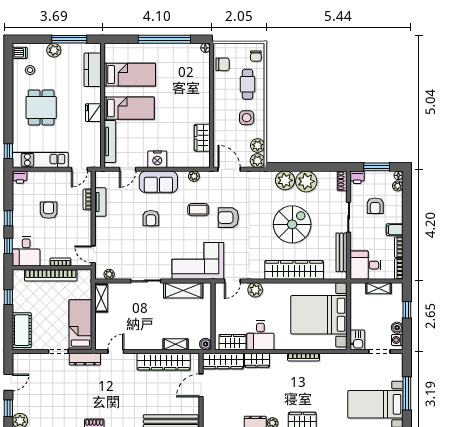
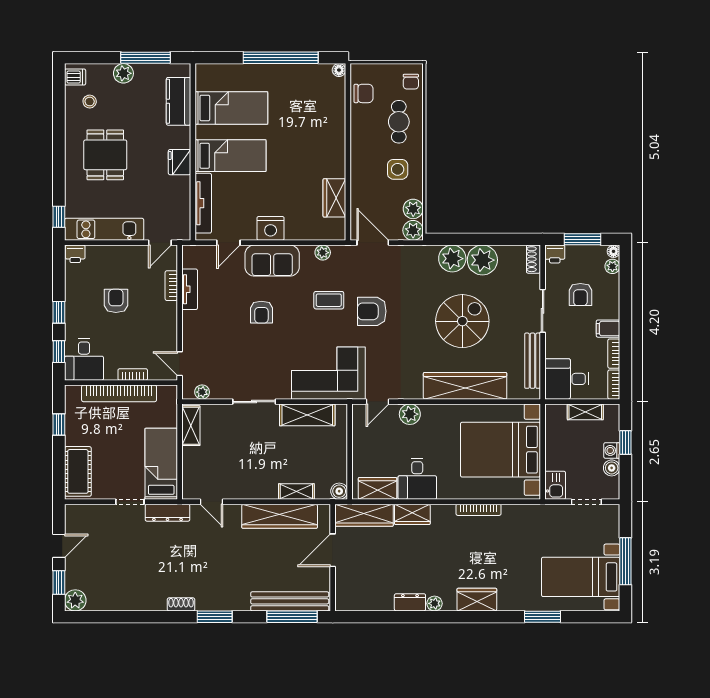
washing machine: (397, 340) -> (612, 450), moved
door: (116, 351) -> (212, 502), swing flipped

